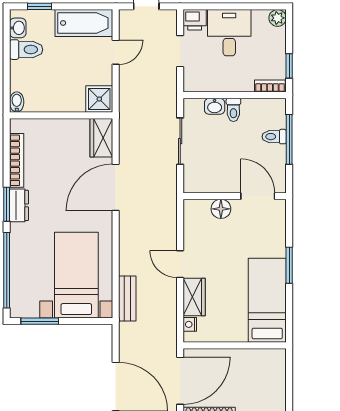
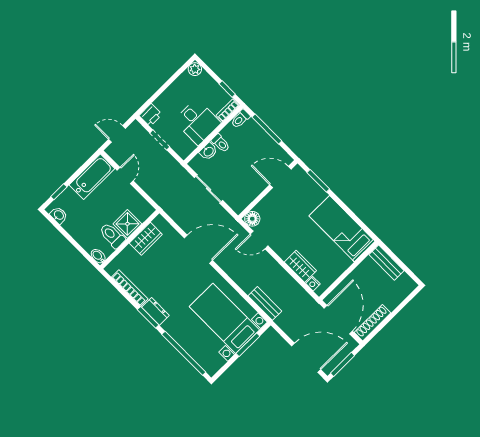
desk: (229, 33) -> (197, 122), moved, turned 180
toilet: (26, 50) -> (112, 236), moved, turned -90
shower: (99, 99) -> (127, 224), moved
toilet: (274, 137) -> (240, 119), moved
wardrobe: (101, 138) -> (146, 239), moved, turned -90
door: (116, 187) -> (198, 249), swing flipped
floor lamp: (221, 209) -> (252, 219), moved
door: (180, 264) -> (259, 240), moved
window: (289, 265) -> (318, 181), moved
window: (40, 321) -> (248, 345), moved
bench: (277, 373) -> (387, 263), added

